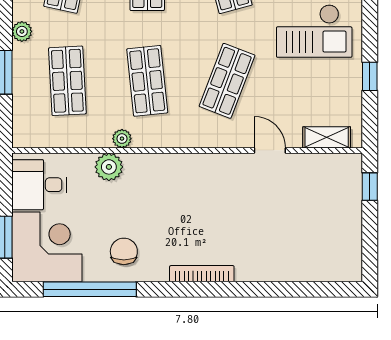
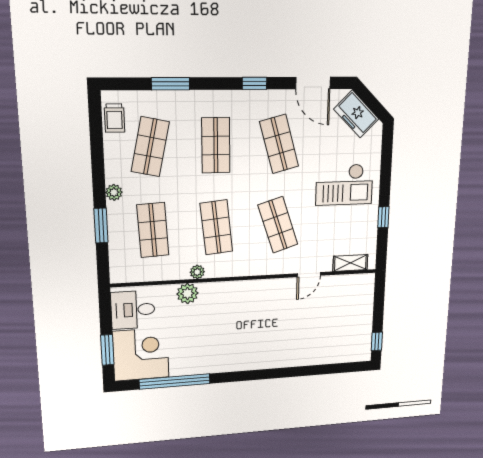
shop shelf: (227, 81) -> (278, 225), turned -39
door: (270, 150) -> (309, 275), swing flipped
window: (370, 187) -> (377, 341), moved
chair: (124, 251) -> (200, 353), removed
bookcase: (202, 274) -> (258, 364), removed

